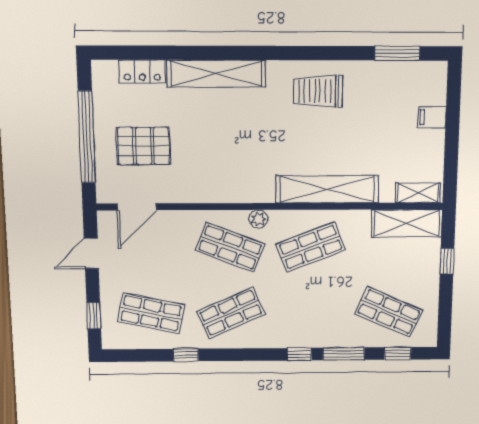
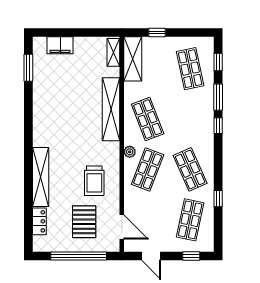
trolley: (318, 91) -> (94, 181), moved
filing cabinet: (432, 117) -> (60, 45), width x2.00
shop shelf: (389, 312) -> (190, 69), turned -36

